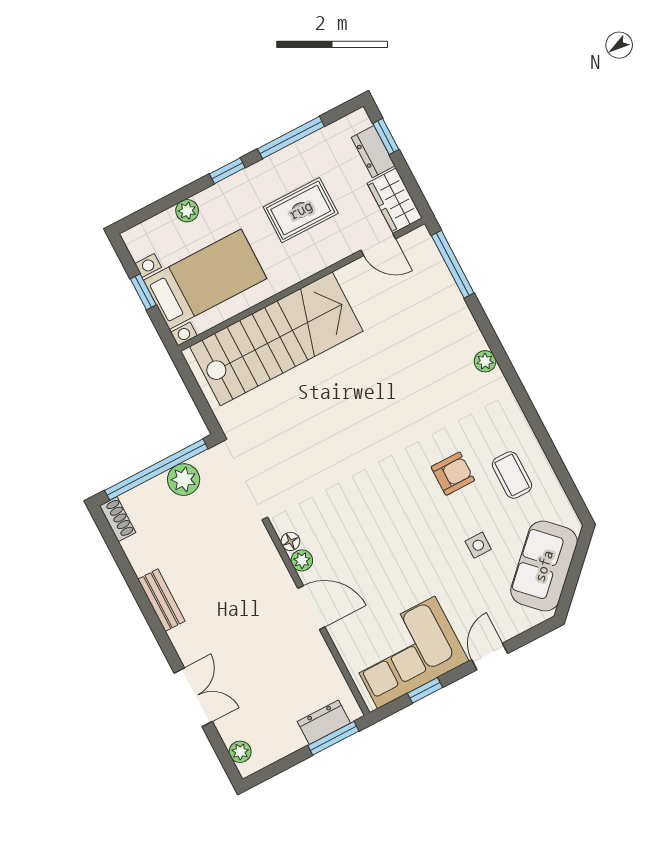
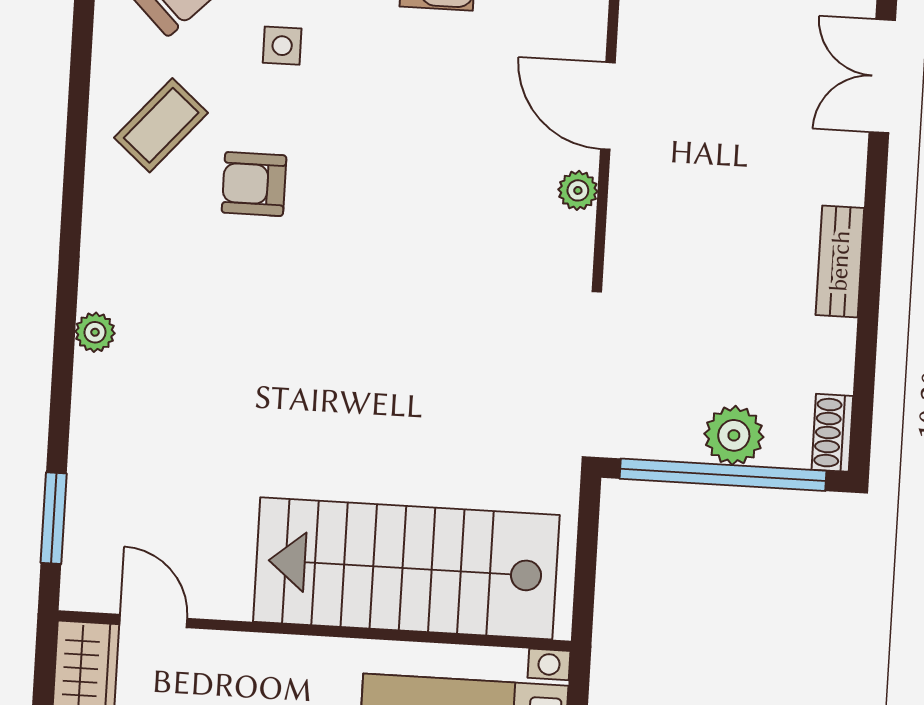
window: (453, 264) -> (54, 518), width x0.69
coffee table: (512, 475) -> (161, 125), turned 41
plant: (184, 480) -> (734, 435), moved
floor lamp: (290, 541) -> (578, 232), removed

